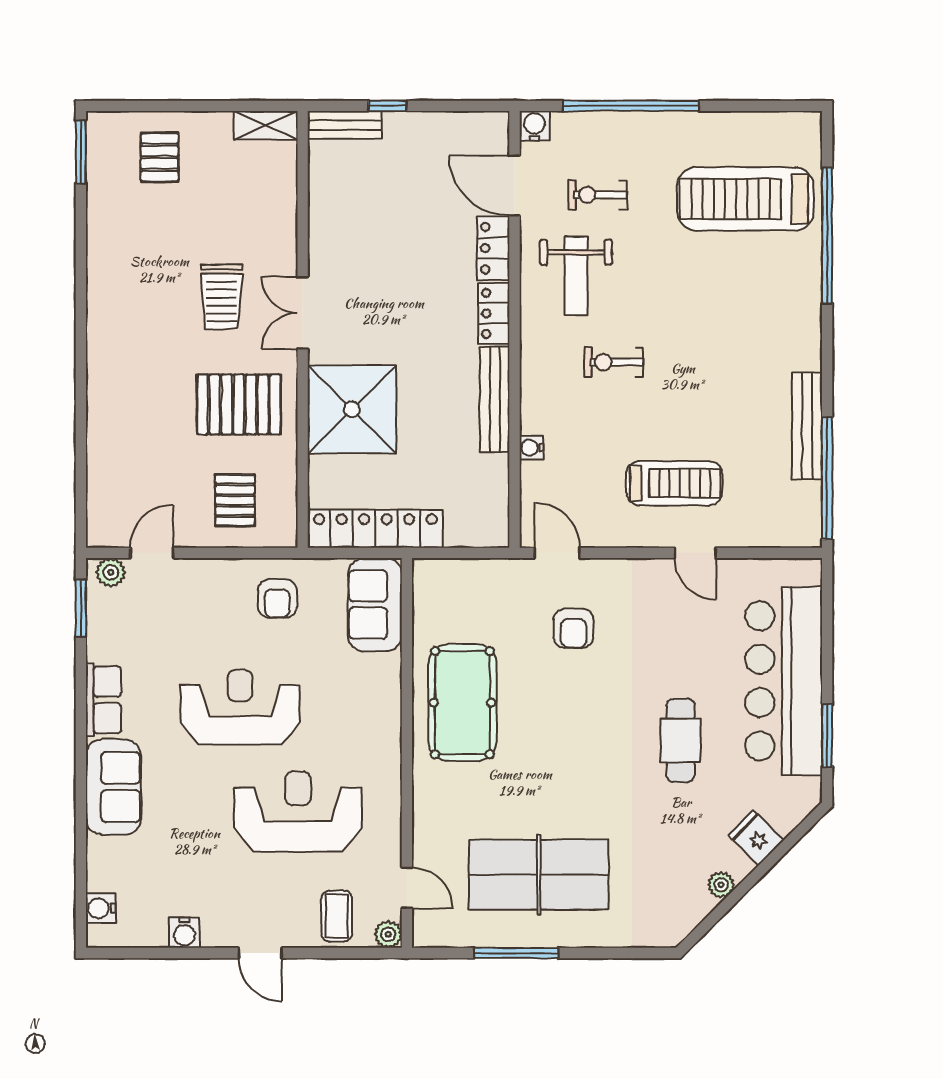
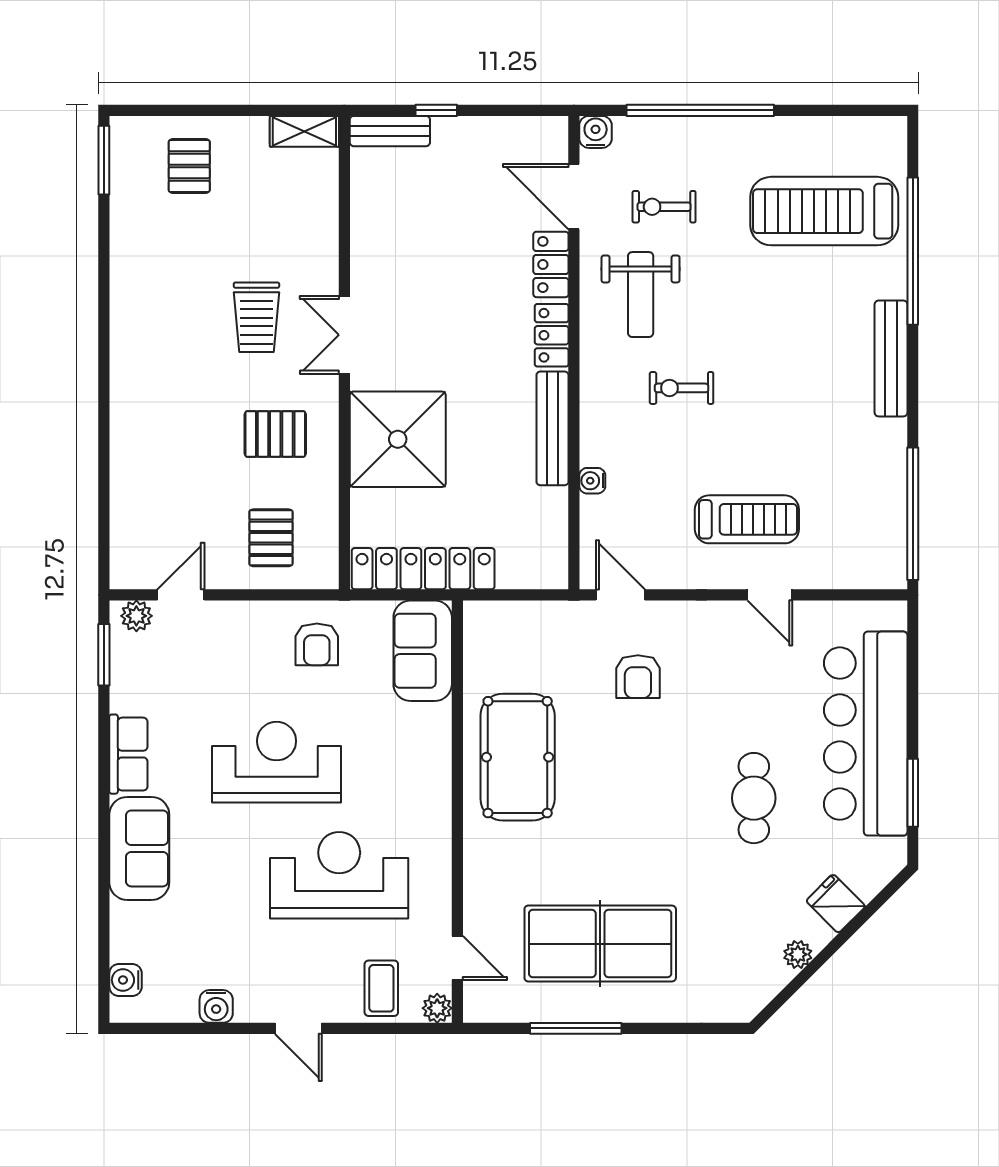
pallet: (239, 405) -> (275, 434), width x0.67, depth x0.71
bench: (807, 426) -> (891, 358), moved

